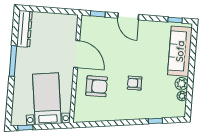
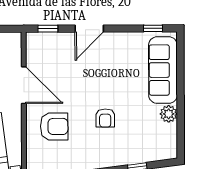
door: (128, 16) -> (89, 29), hinge flipped
armchair: (135, 83) -> (105, 118), turned -90
plant: (182, 96) -> (171, 130), removed

